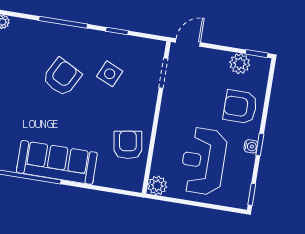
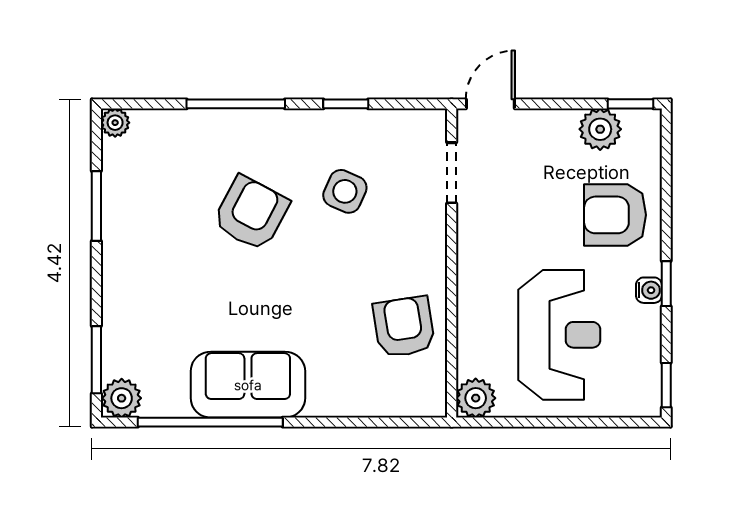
reception desk: (203, 161) -> (559, 335), turned 180
sofa: (57, 162) -> (248, 385), width x0.73

